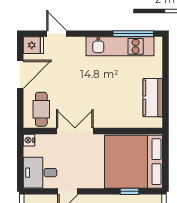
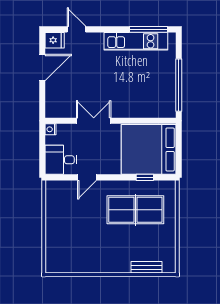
window: (166, 93) -> (179, 85), added
kitchen counter: (153, 98) -> (167, 89), removed
cafe table: (41, 109) -> (62, 100), removed

